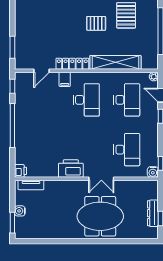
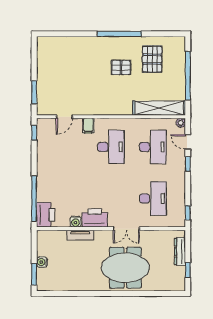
shelving: (115, 62) -> (159, 108), moved
locker: (72, 64) -> (96, 109), removed
window: (12, 126) -> (34, 199), moved
printer: (21, 171) -> (46, 215), width x1.87, depth x1.48
water cooler: (153, 172) -> (75, 222), moved
tv unit: (31, 185) -> (80, 235), moved
dresser: (153, 213) -> (180, 251), moved

